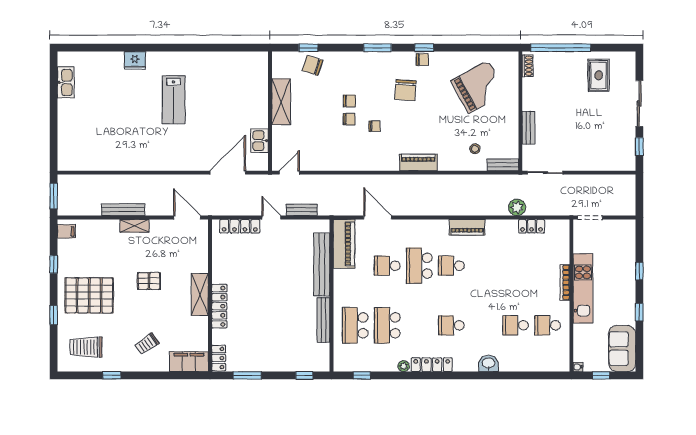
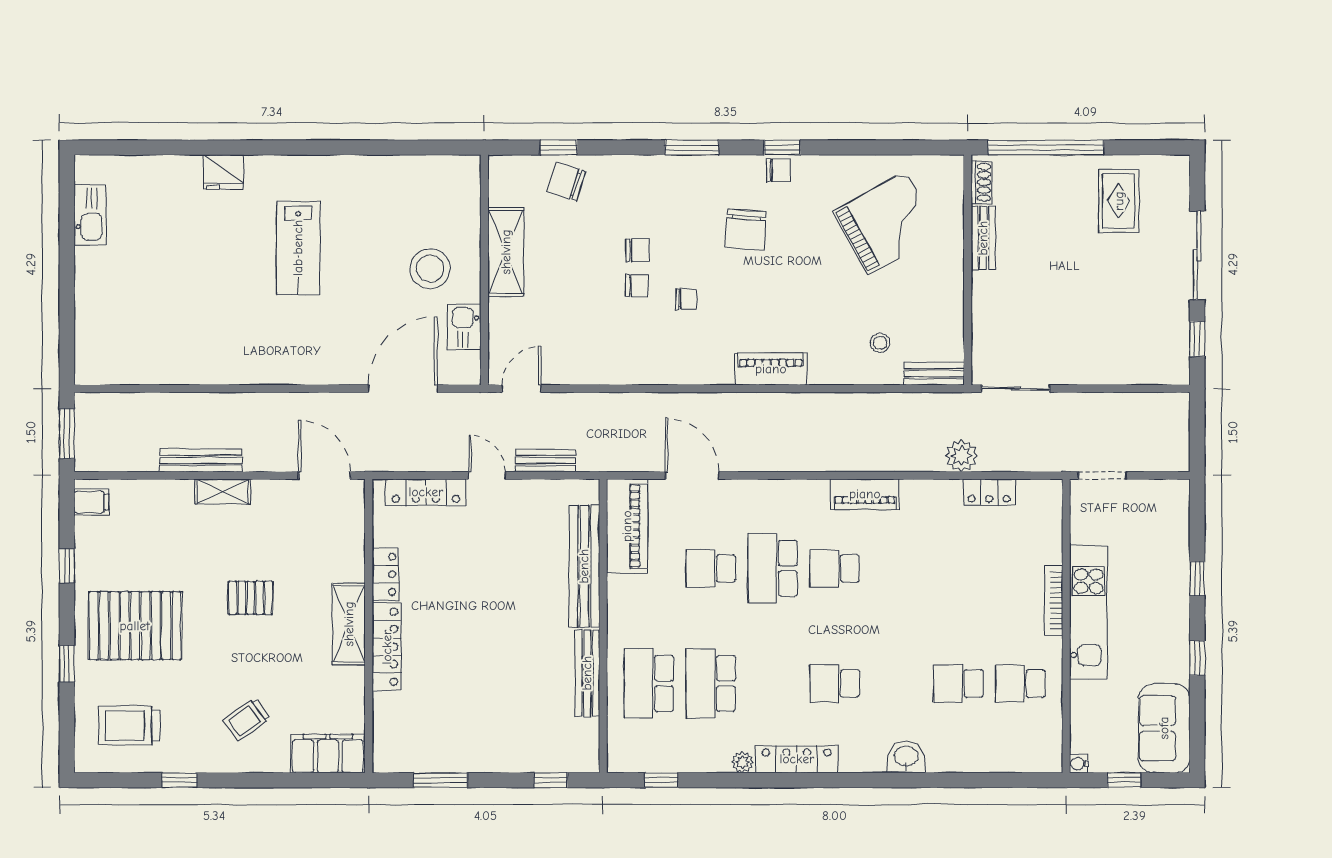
stool: (242, 110) -> (430, 269), added
bench: (528, 128) -> (983, 238), moved
locker: (219, 358) -> (385, 574), moved

